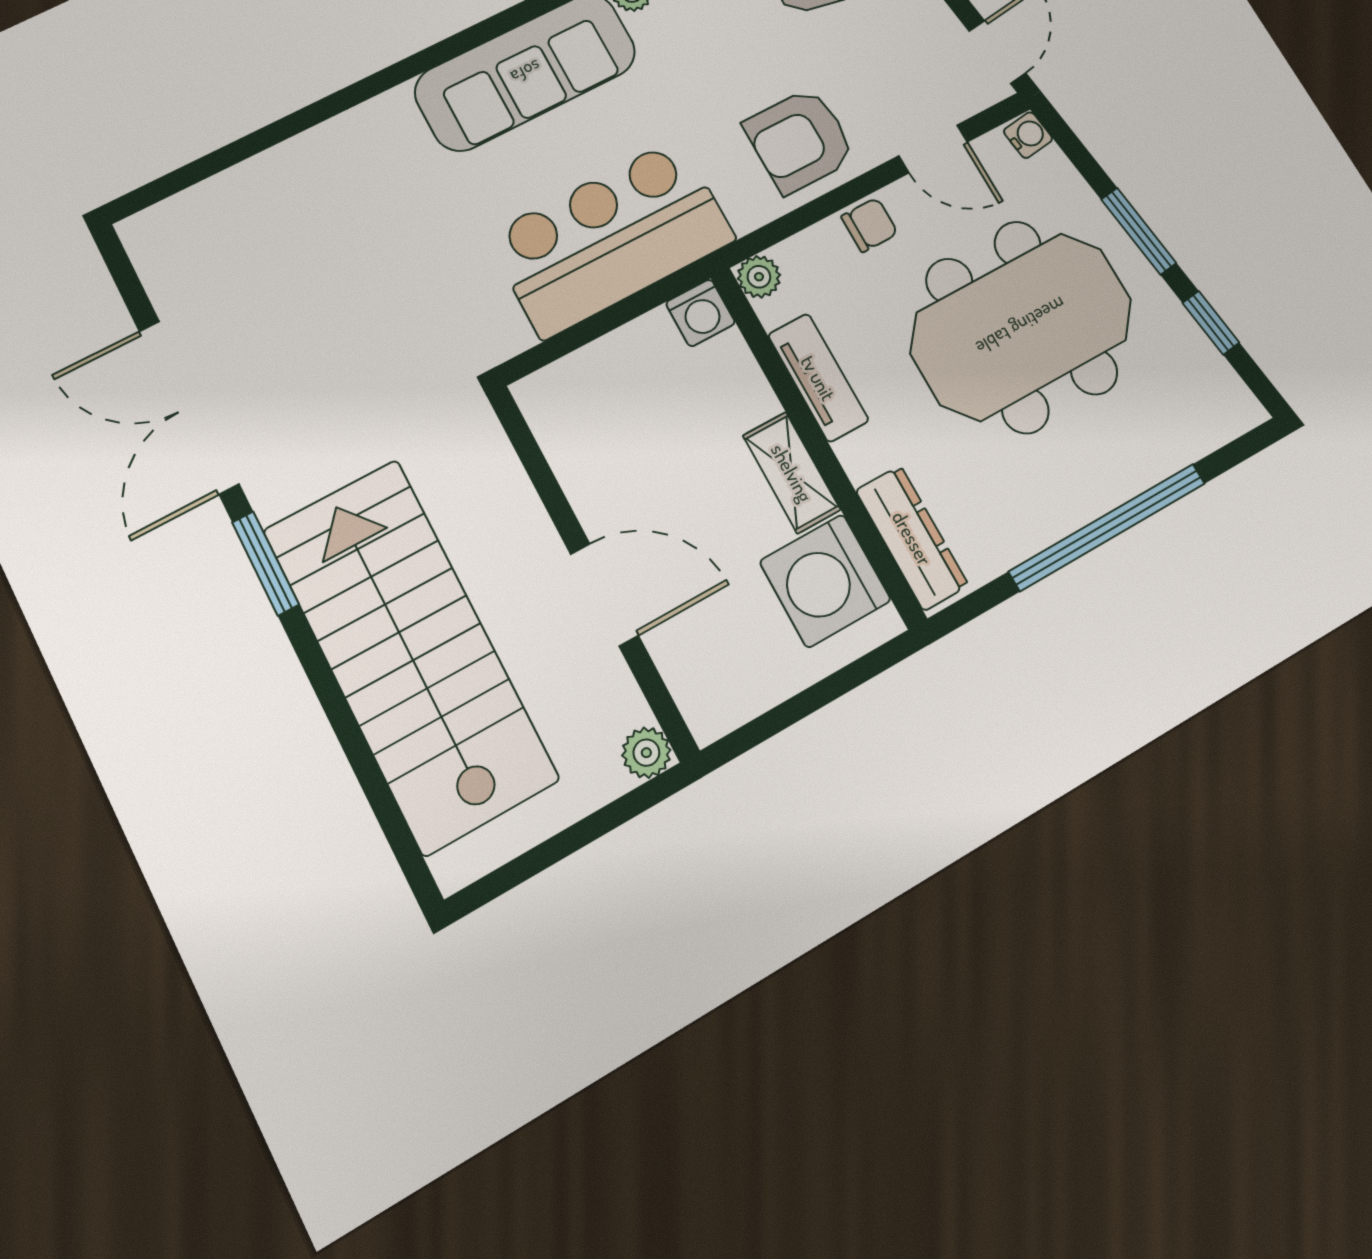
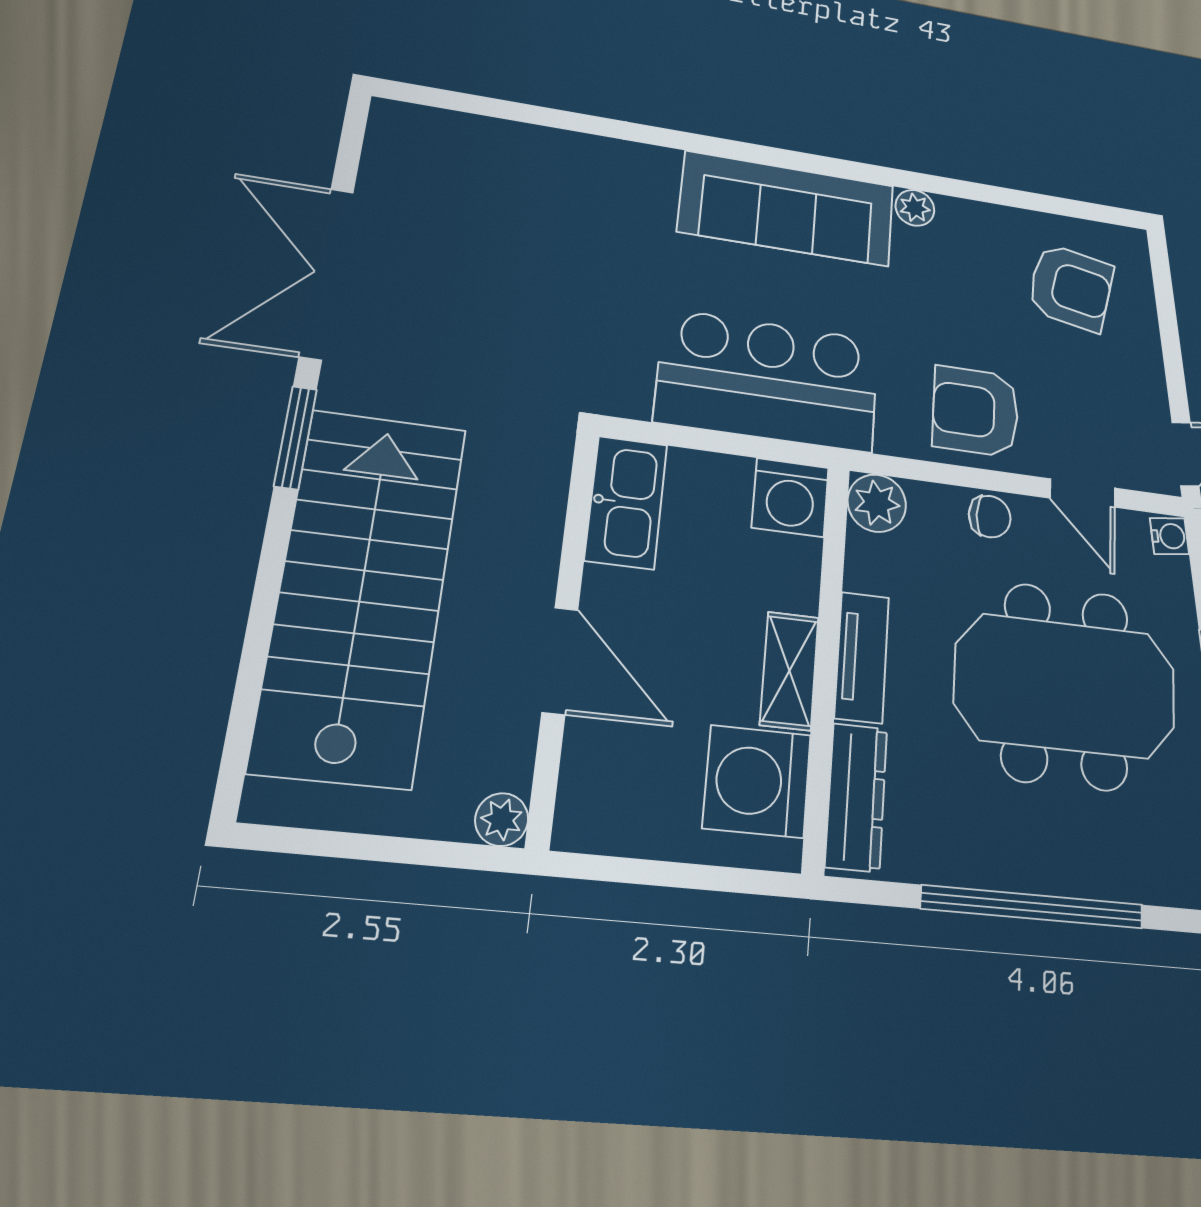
plant: (759, 277) -> (877, 503), width x1.38, depth x1.38
washing machine: (700, 313) -> (790, 498), width x1.38, depth x1.38
tv unit: (818, 378) -> (862, 657), moved
kitchen sink: (567, 426) -> (626, 502), added

